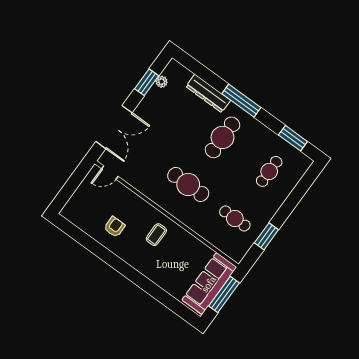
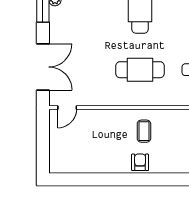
armchair: (114, 227) -> (140, 162), moved

